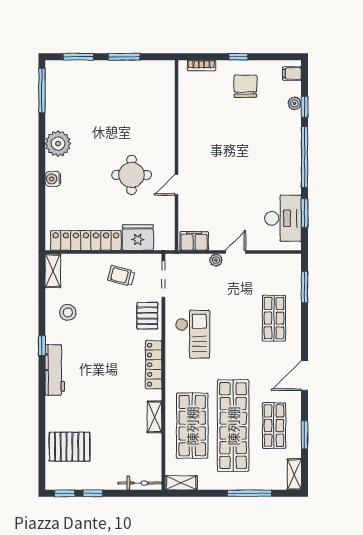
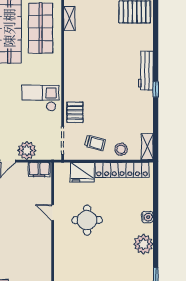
door: (176, 185) -> (53, 213), swing flipped
plant: (216, 260) -> (27, 150), width x1.88, depth x1.88
stool: (68, 312) -> (121, 149), moved
checkout: (192, 334) -> (40, 98), turned 90
locker: (154, 365) -> (70, 75), removed
shelving: (155, 417) -> (69, 18), moved

